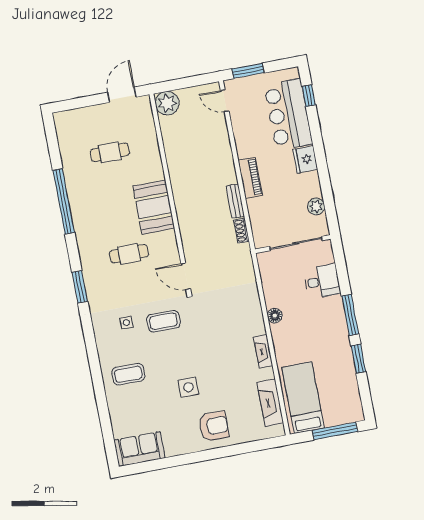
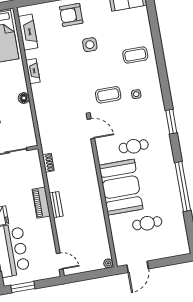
window: (248, 71) -> (23, 287), moved
plant: (167, 103) -> (108, 263), width x0.53, depth x0.53
bench: (235, 201) -> (56, 205), moved
booth: (154, 207) -> (121, 187), width x1.36, depth x1.42

